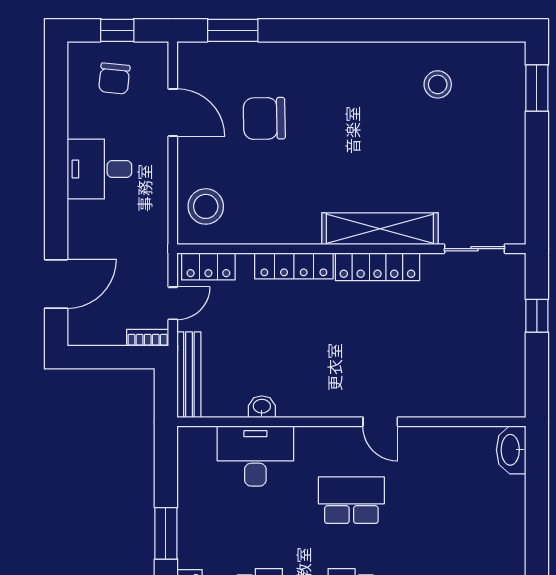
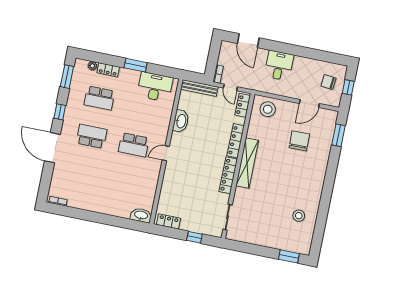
desk: (99, 169) -> (279, 66), moved
shelving: (380, 229) -> (247, 163), moved
locker: (512, 383) -> (168, 221), added
washbasin: (262, 407) -> (181, 121), width x1.91, depth x1.45
door: (380, 422) -> (166, 153), moved
desk: (255, 456) -> (155, 87), moved, turned -90
school desk: (351, 500) -> (134, 145), turned 90

